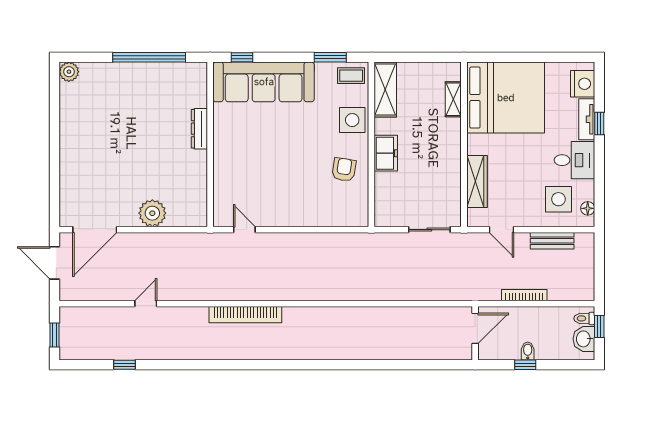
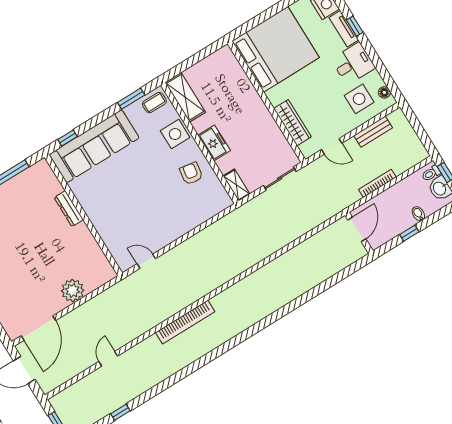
shelving: (453, 99) -> (236, 185), moved
bidet: (528, 351) -> (418, 214), moved

